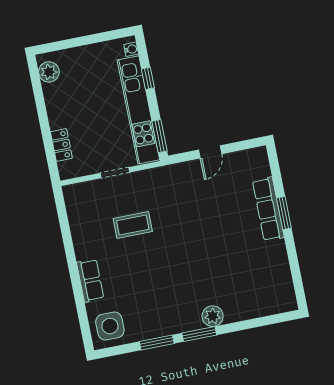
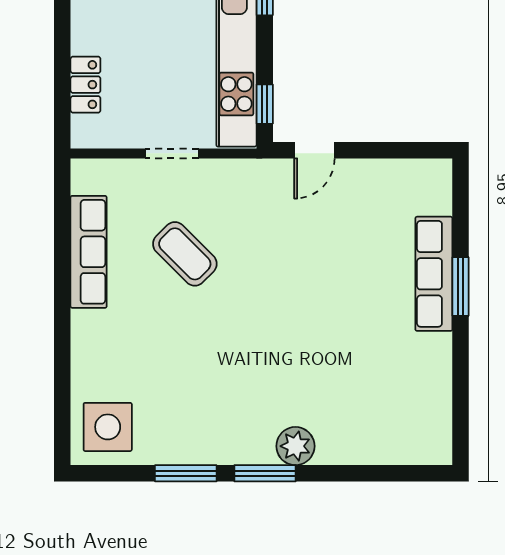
window: (159, 136) -> (265, 104), width x0.67
door: (210, 152) -> (314, 150), moved
coffee table: (133, 225) -> (185, 254), turned 45
row of seats: (90, 280) -> (89, 252), moved, width x1.48

